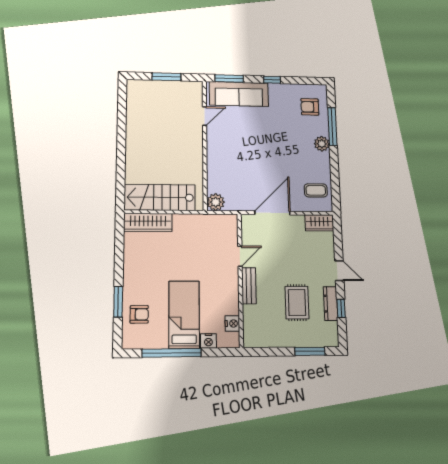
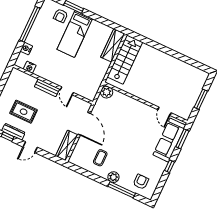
coffee table: (316, 190) -> (100, 158), moved
wardrobe: (319, 223) -> (67, 145), width x1.50
bed: (184, 315) -> (75, 34), moved, turned 90

